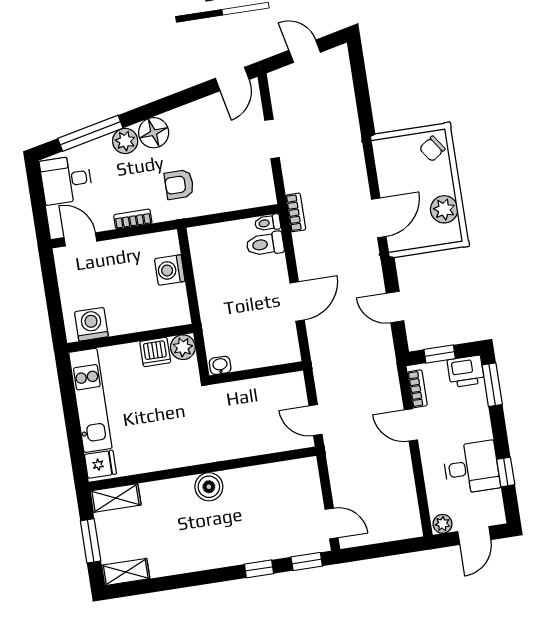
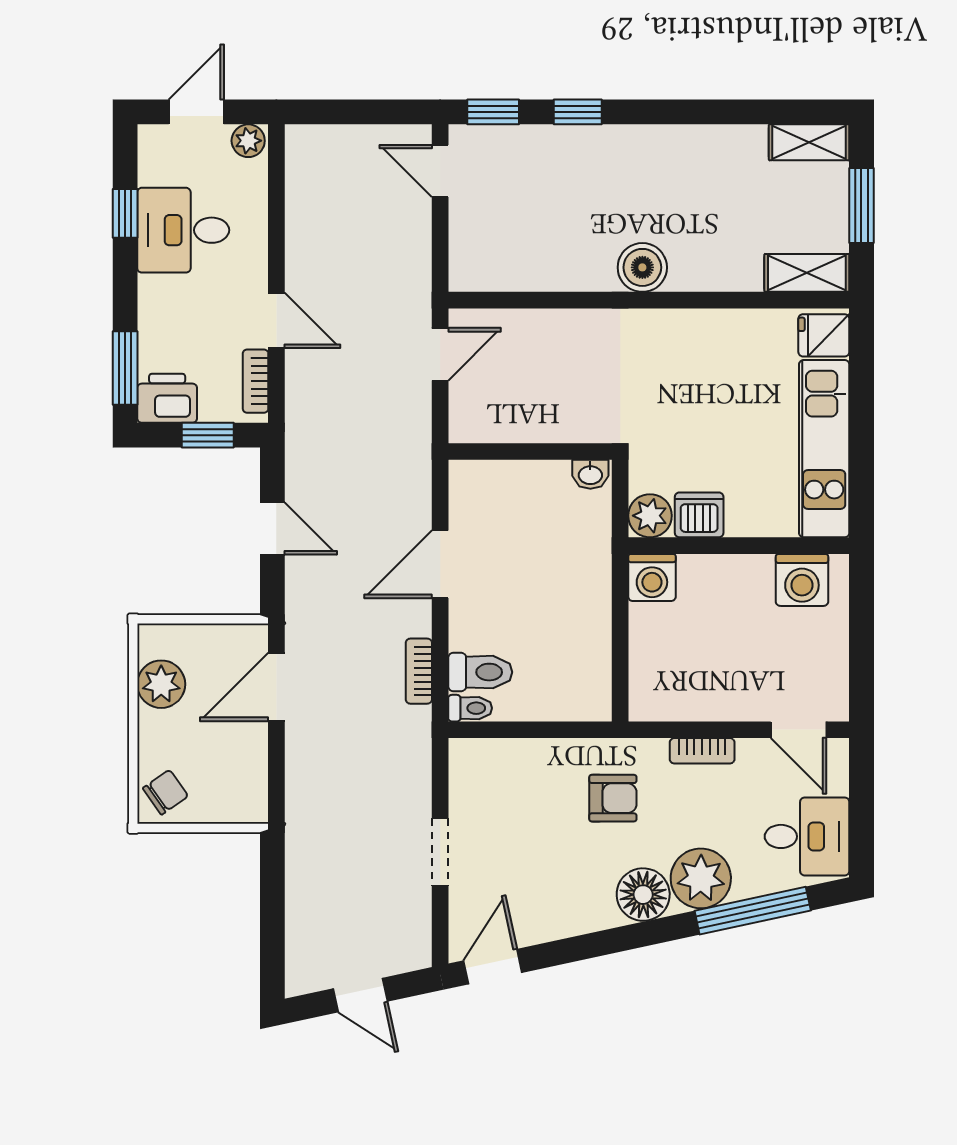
plant: (125, 141) -> (701, 878), width x1.36, depth x1.36
bookcase: (296, 212) -> (419, 671), moved
washing machine: (170, 270) -> (652, 577), moved, turned 90
door: (315, 420) -> (440, 354), hinge flipped

